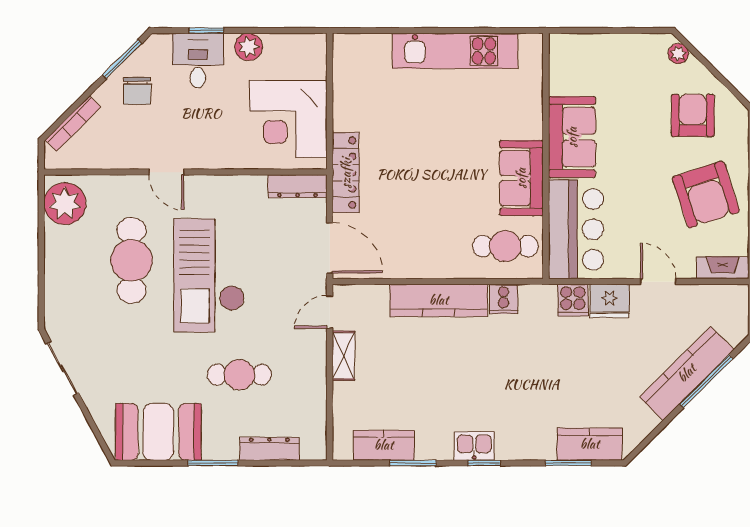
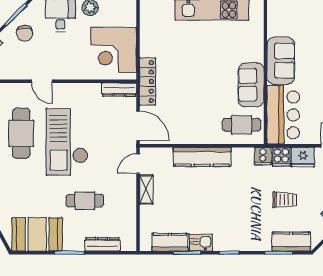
cooker: (503, 299) -> (263, 156), moved
trolley: (579, 373) -> (285, 200), added
kitchen sink: (474, 446) -> (201, 243), moved

